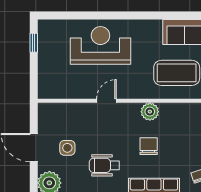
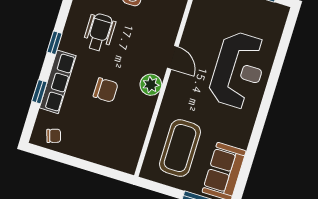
plant: (150, 112) -> (151, 85), moved

